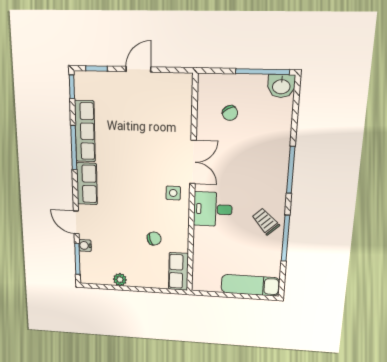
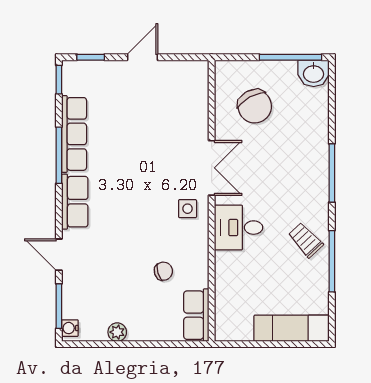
chair: (230, 113) -> (255, 106), width x1.87, depth x1.87
water cooler: (85, 245) -> (70, 328), moved

